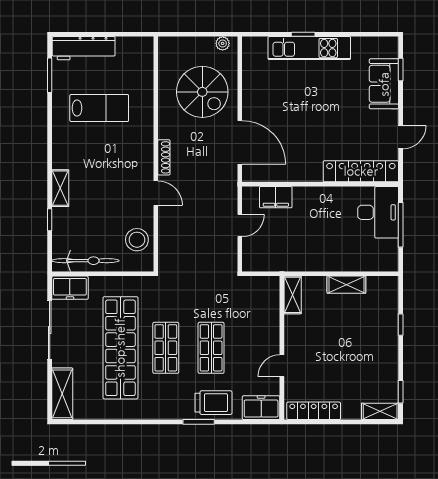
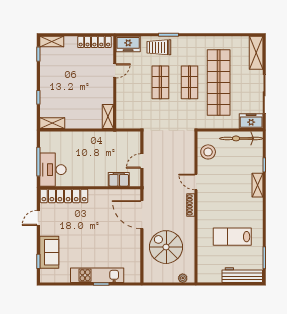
plant: (223, 43) -> (183, 278), moved
shelving: (346, 285) -> (52, 123), moved

